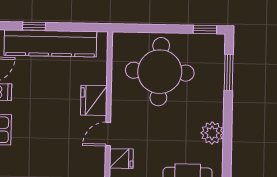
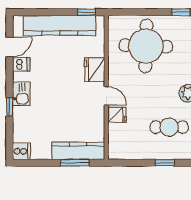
window: (34, 26) -> (87, 12), moved
door: (108, 134) -> (106, 96), swing flipped

